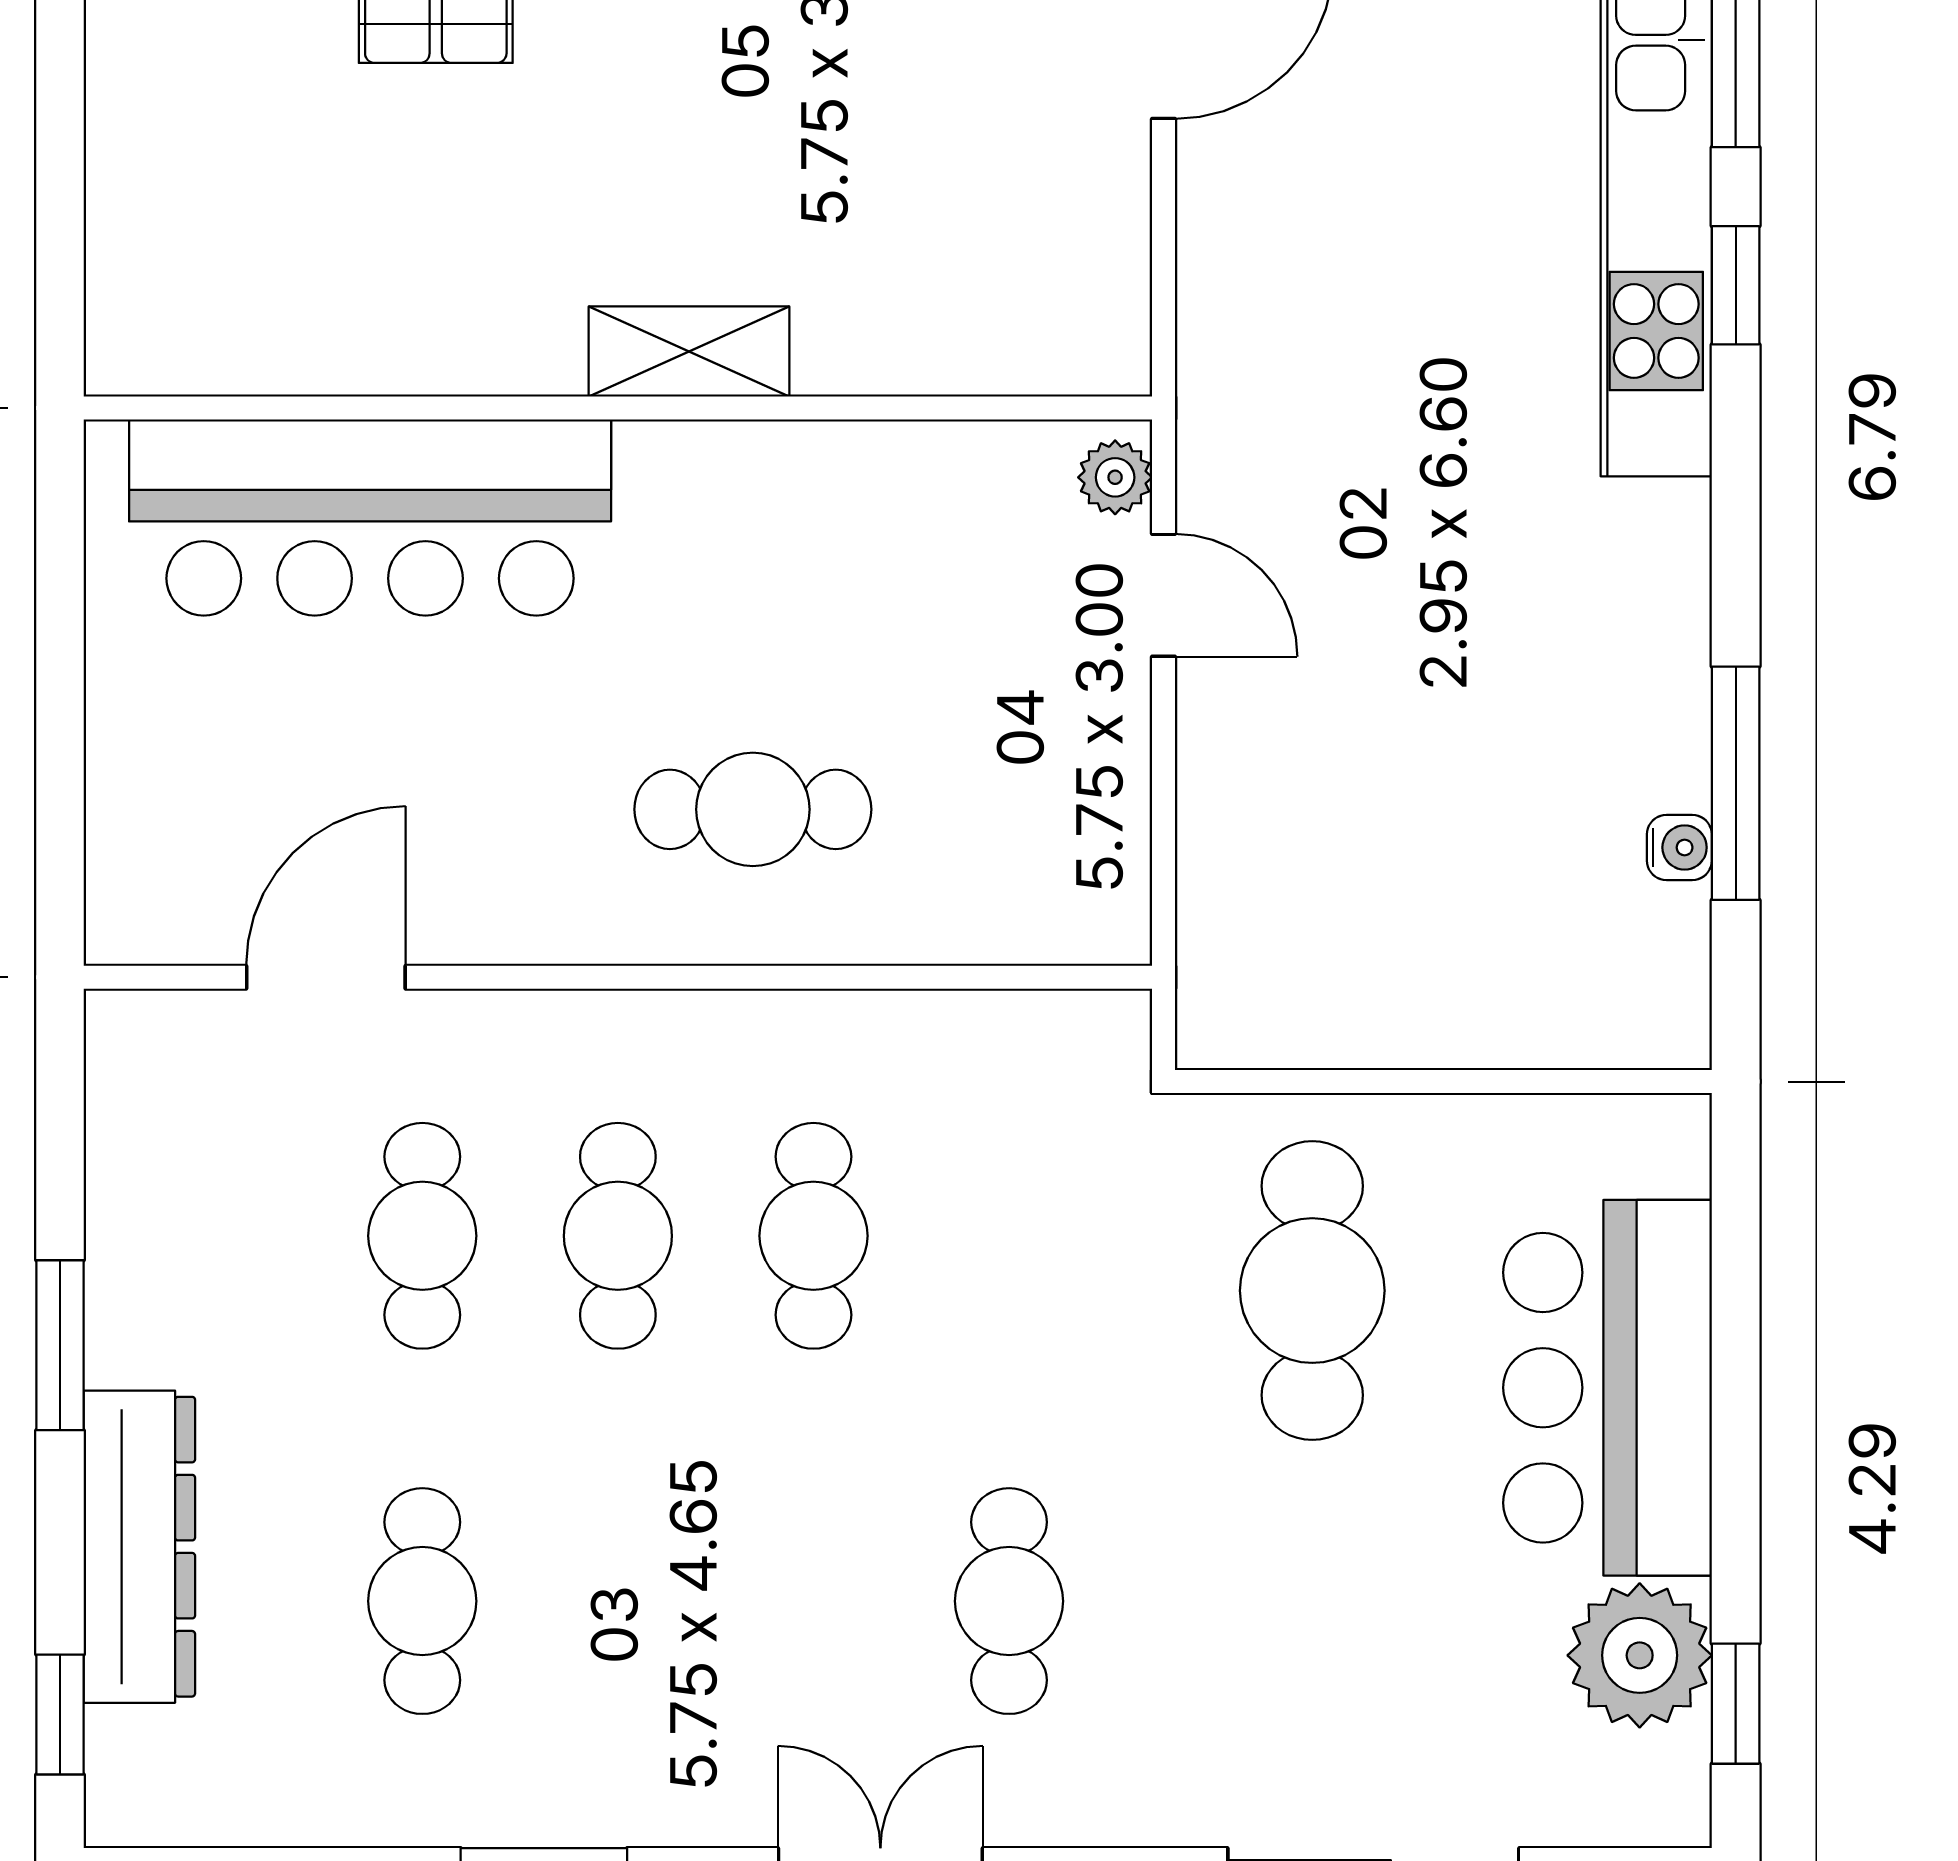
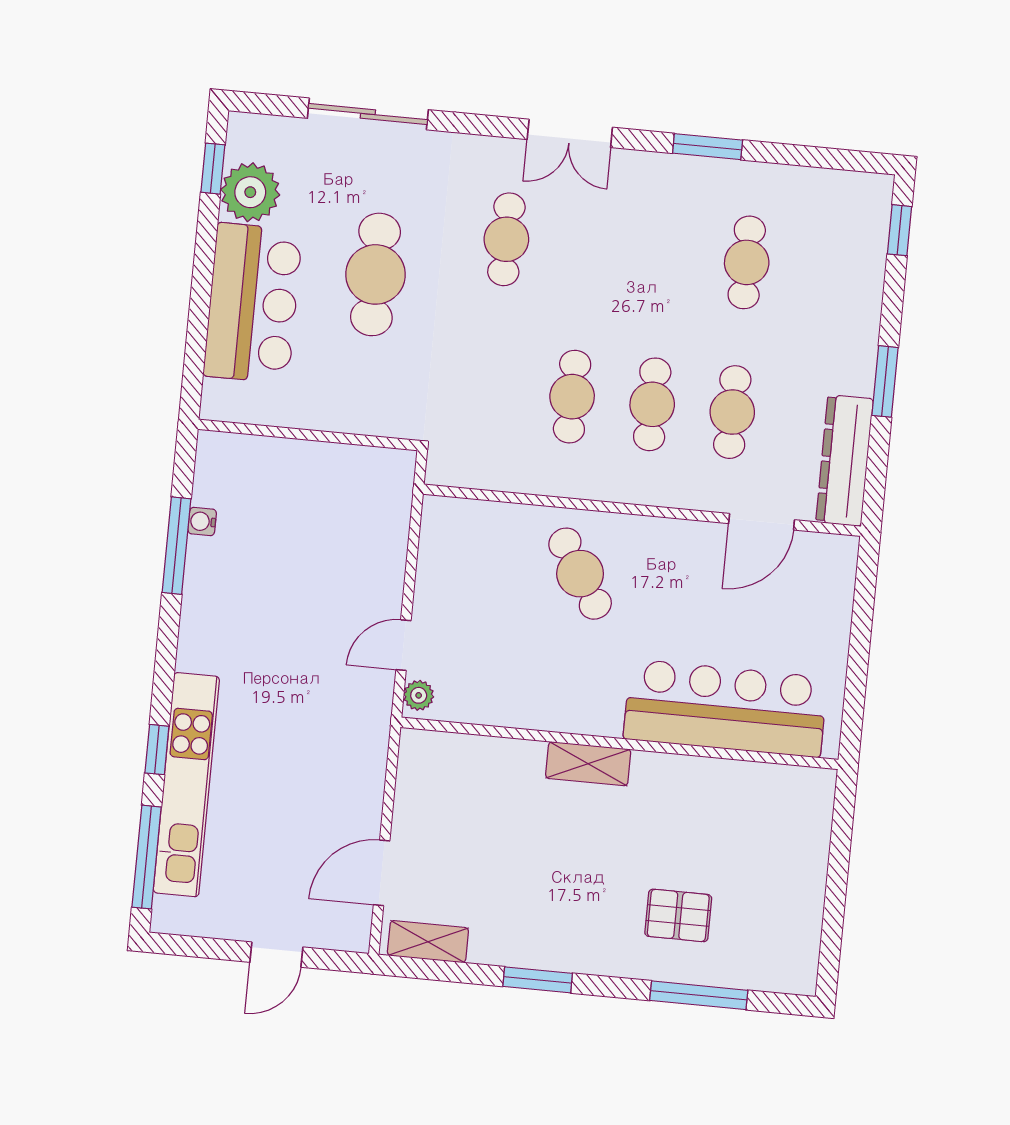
door: (1163, 595) -> (403, 645), hinge flipped
cafe table: (753, 809) -> (580, 574), turned 58
cafe table: (1312, 1291) -> (375, 274), moved
dresser: (139, 1547) -> (845, 460), moved

